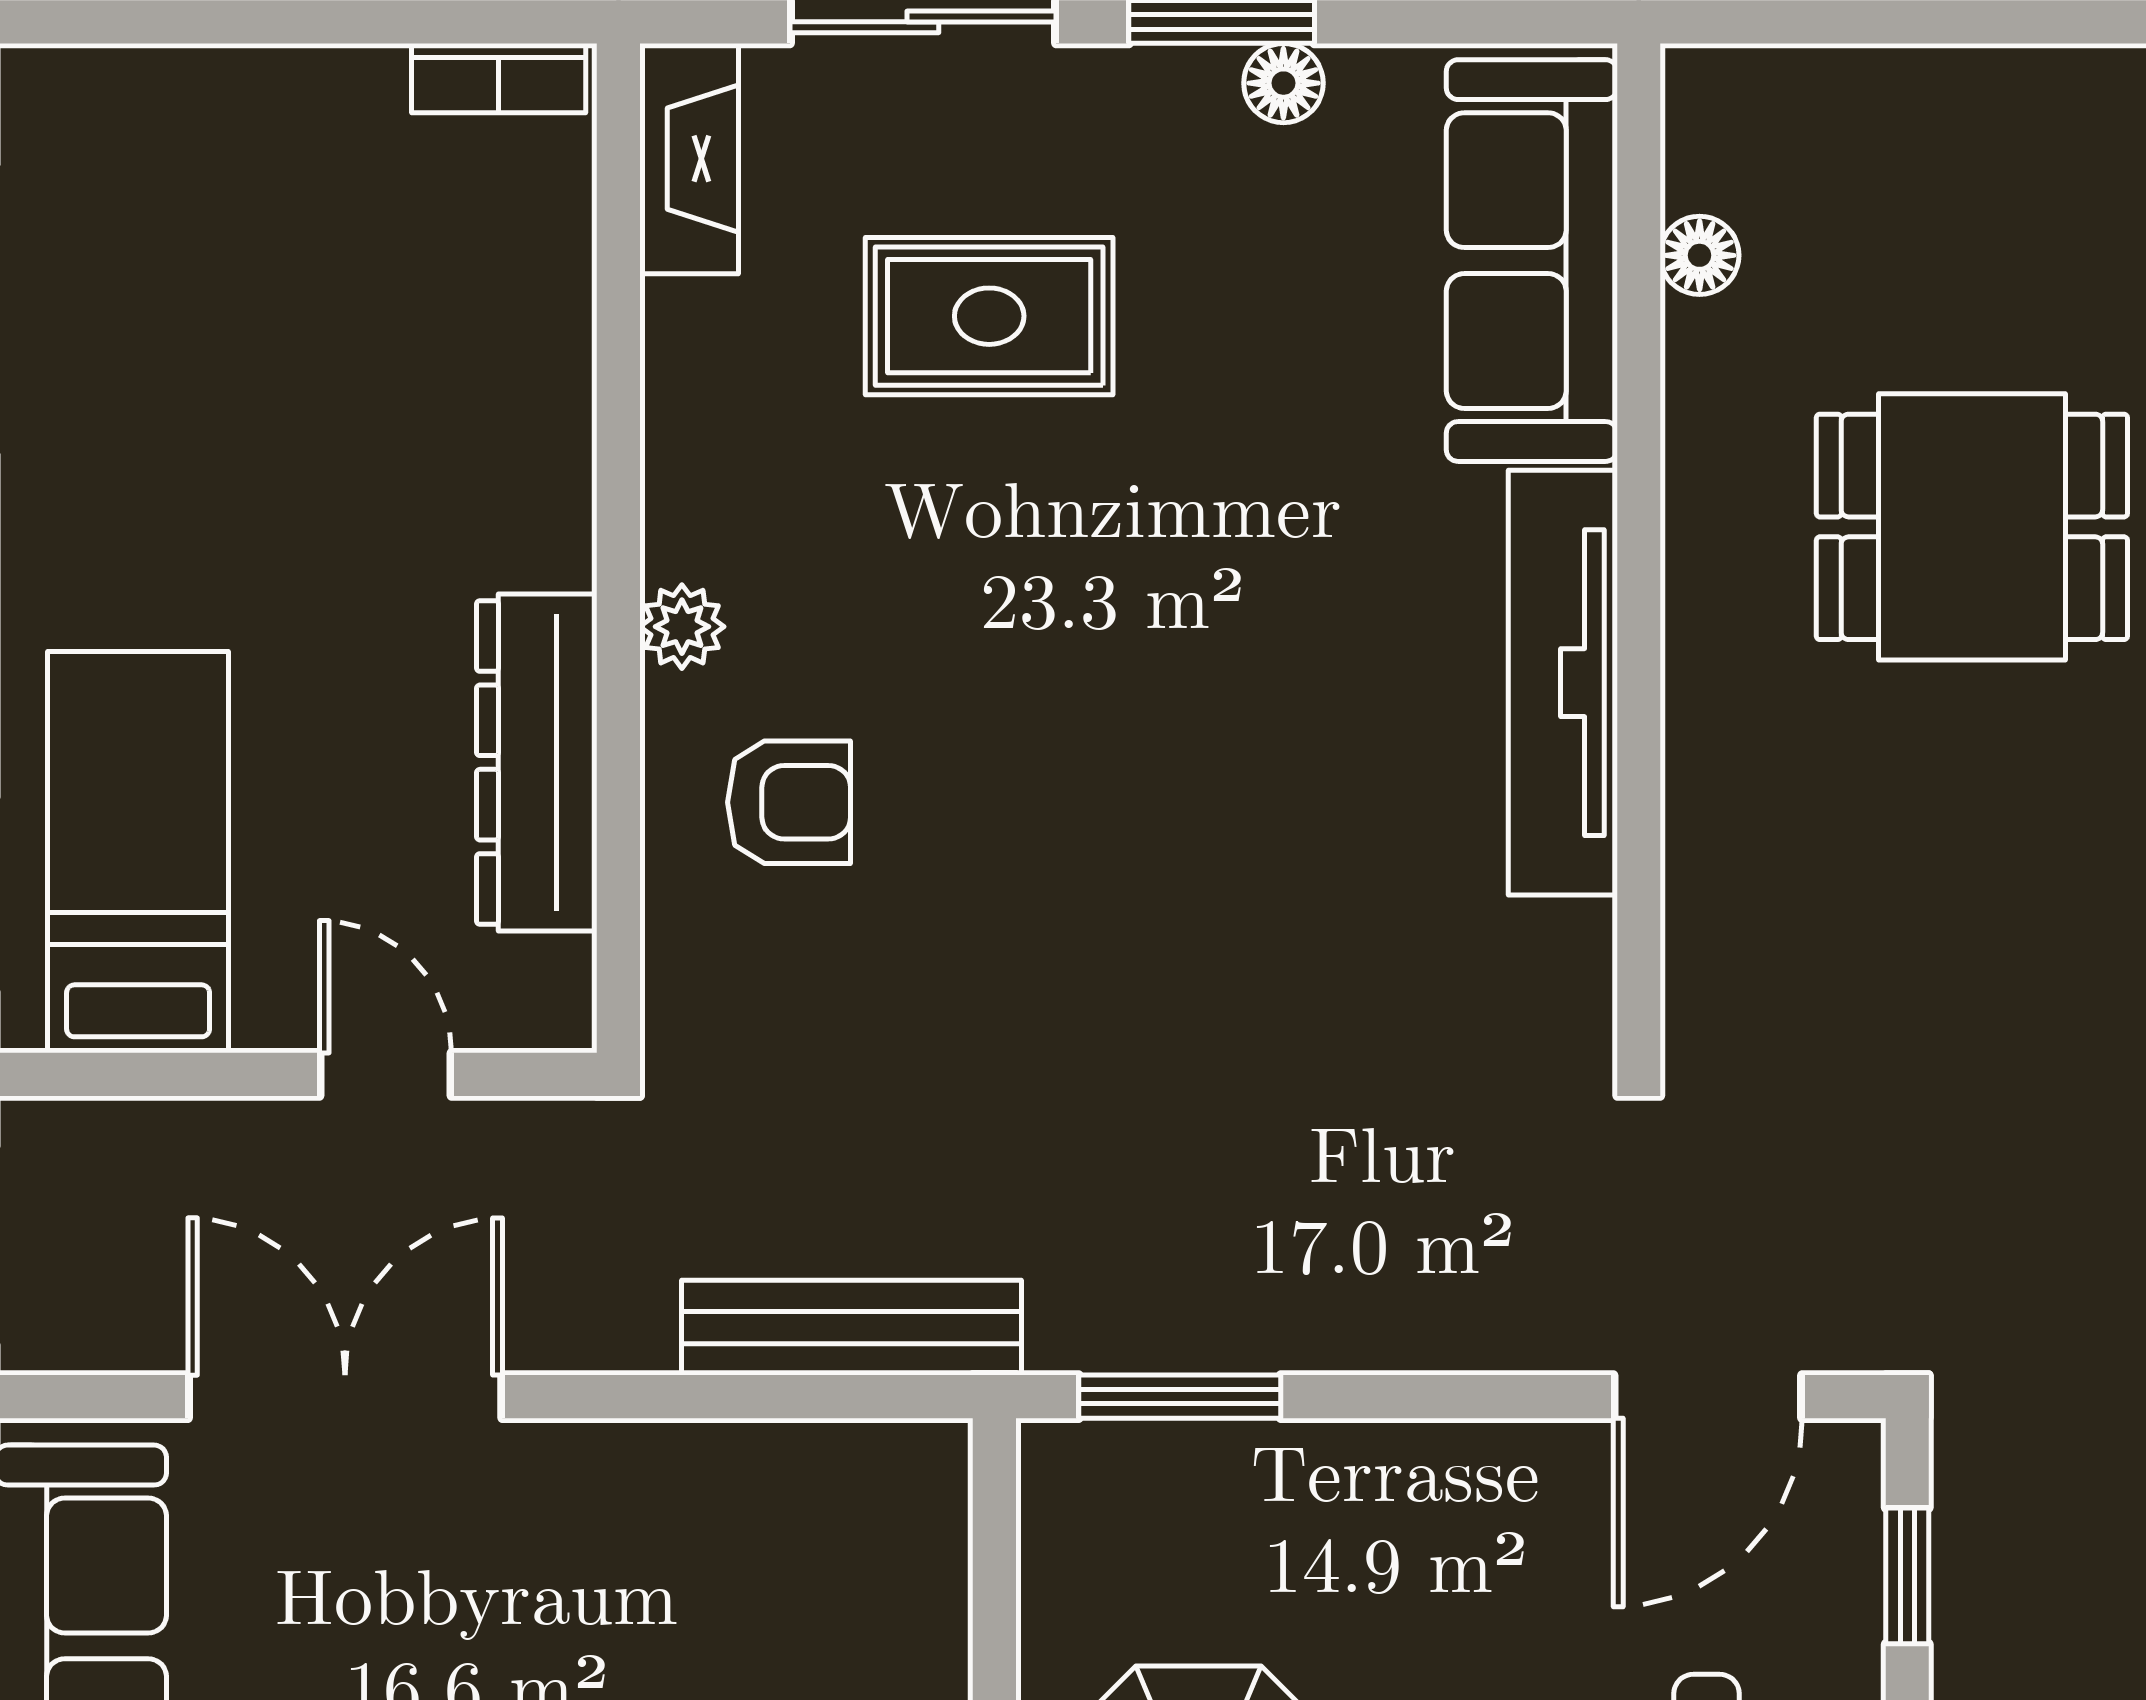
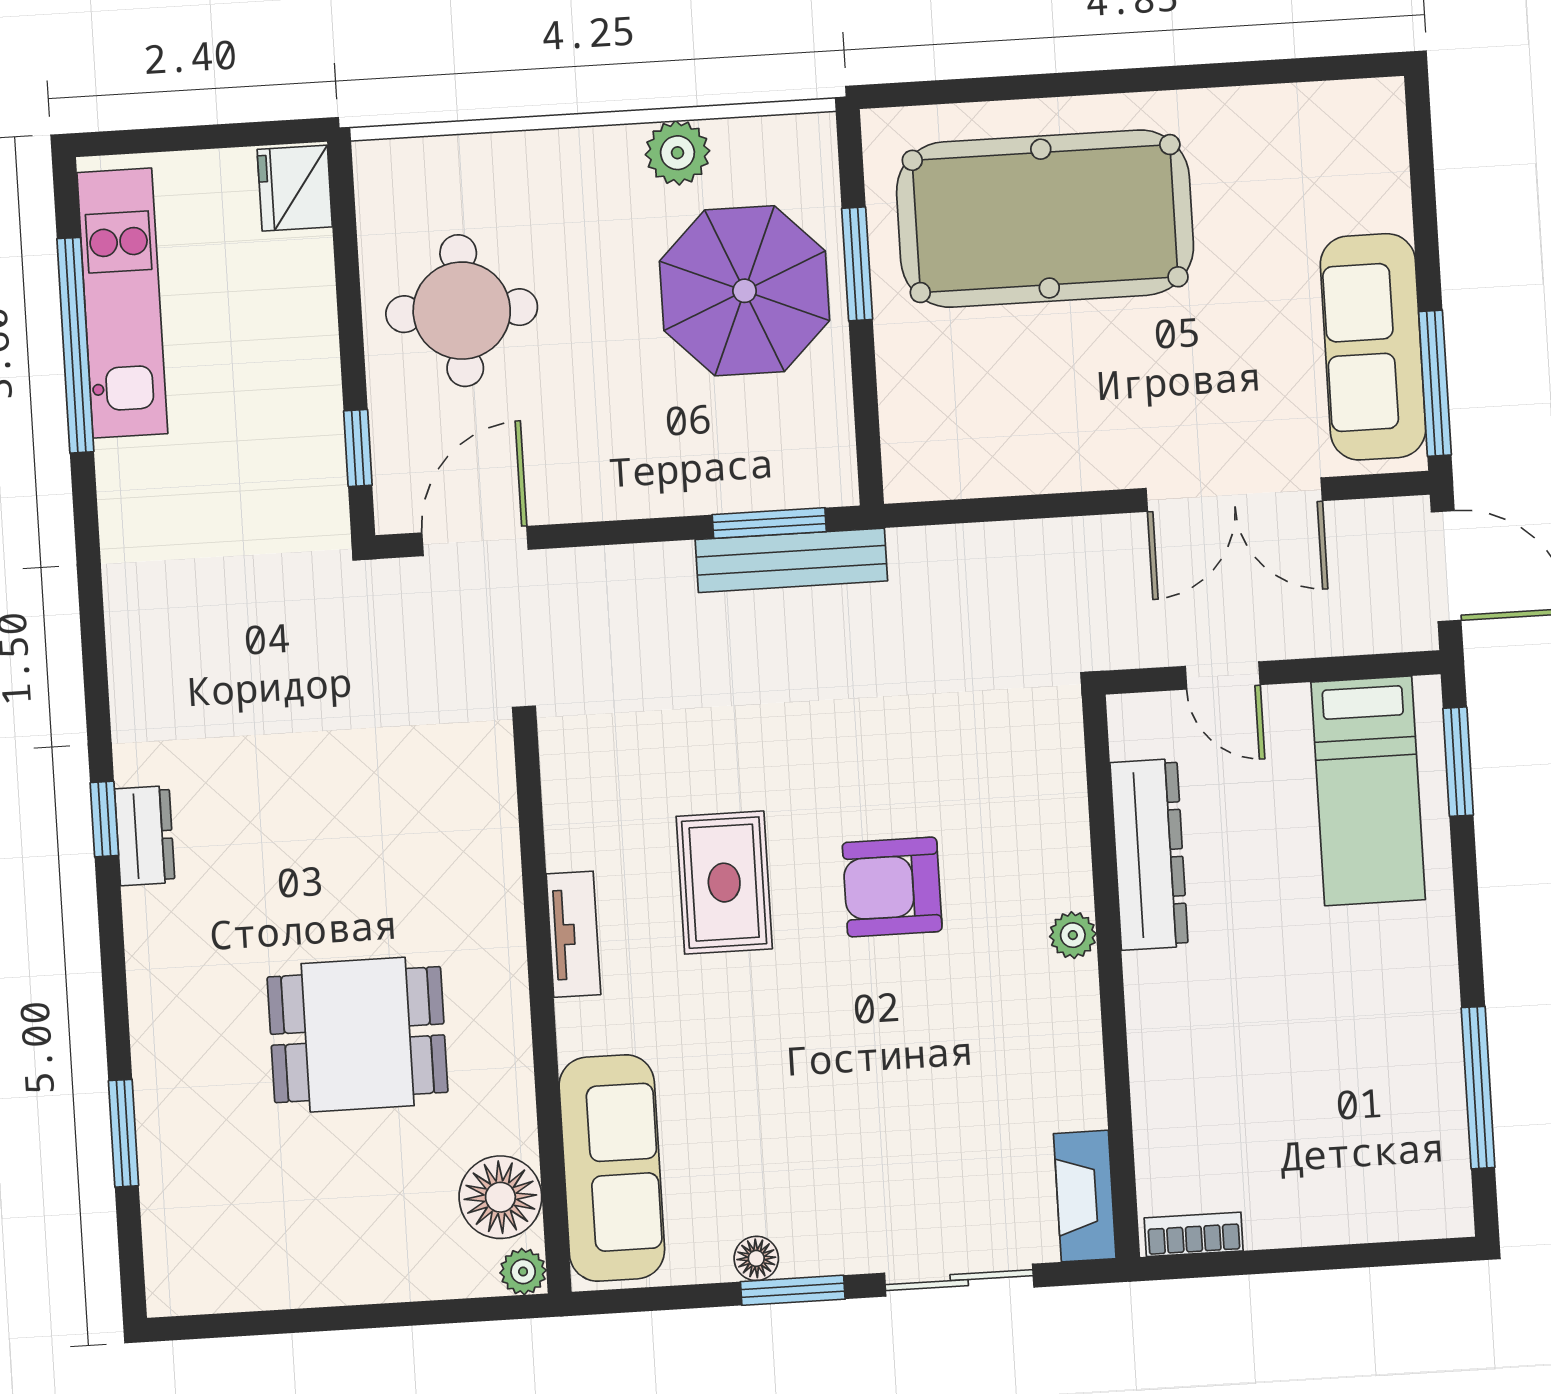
plant: (1702, 85) -> (523, 1272), added
floor lamp: (1700, 255) -> (500, 1197), width x1.89, depth x1.89
rug: (989, 316) -> (724, 883), moved, turned 90
tv unit: (1563, 683) -> (573, 934), width x0.52, depth x0.78
armchair: (789, 802) -> (892, 887), moved, width x1.38, depth x1.38
bench: (851, 1328) -> (791, 560), moved

